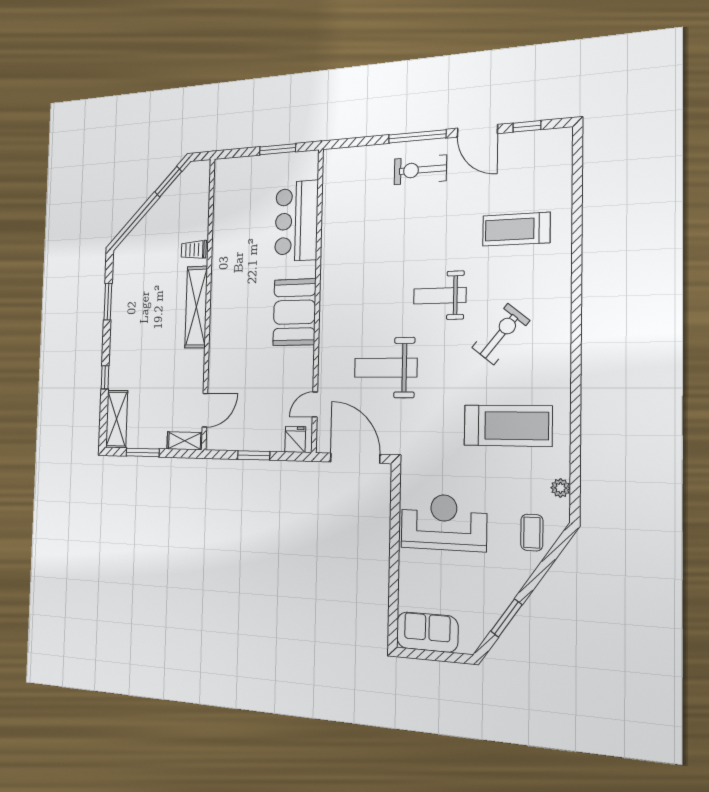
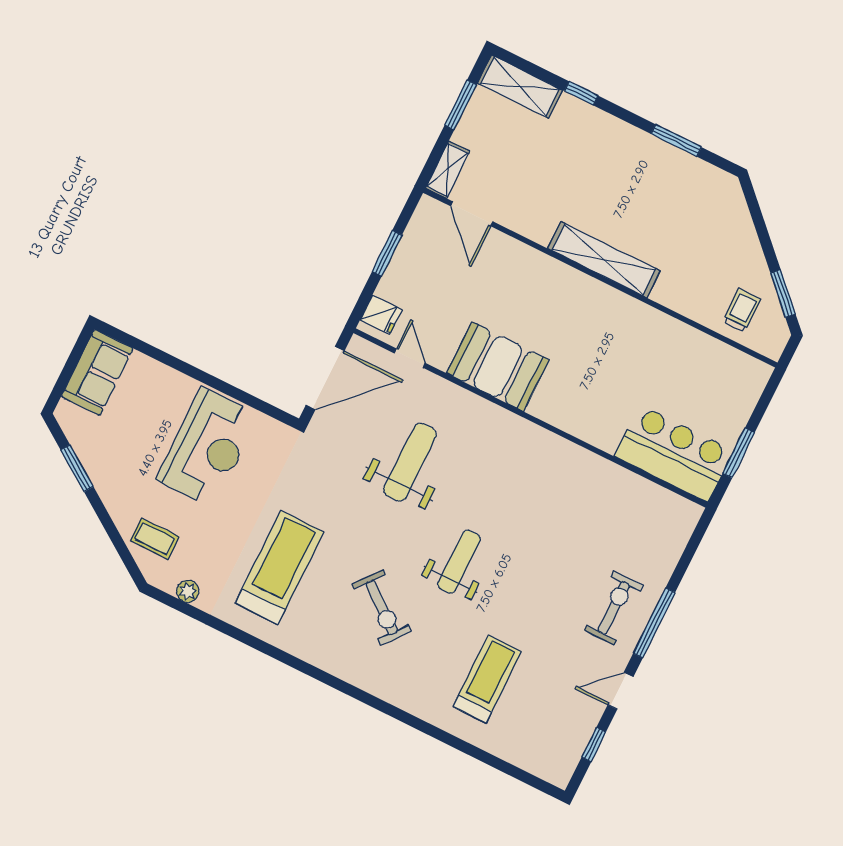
door: (477, 131) -> (620, 691), width x0.73
bar counter: (296, 221) -> (674, 453), moved
trolley: (194, 250) -> (742, 310), moved
booth: (294, 312) -> (498, 367), moved
treadmill: (508, 426) -> (279, 568), turned 180

